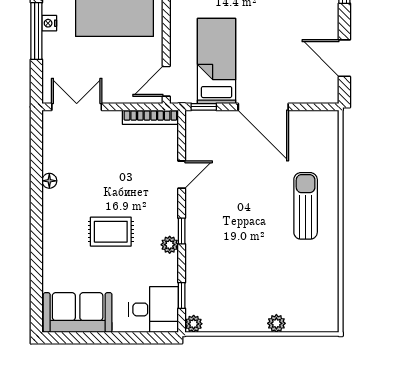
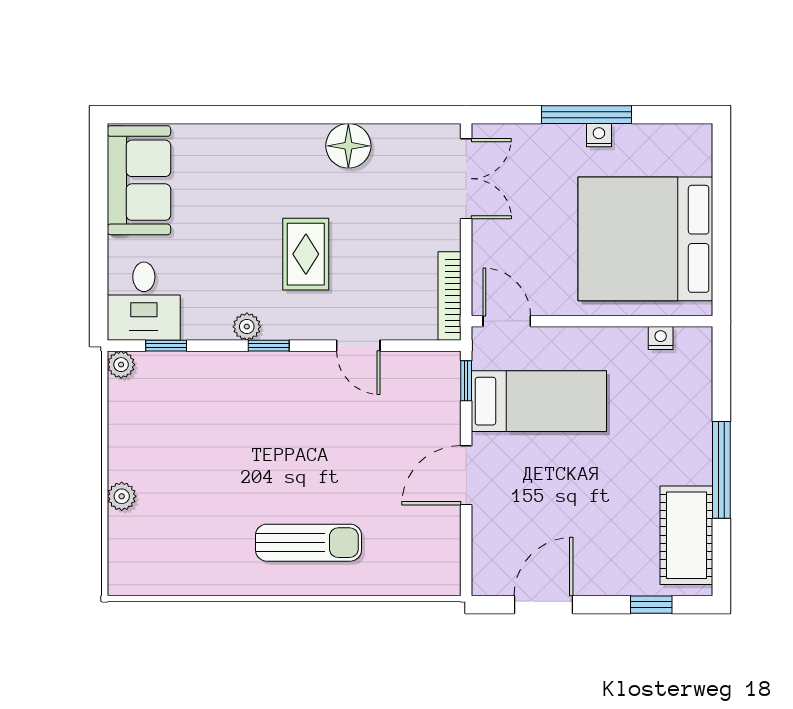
door: (263, 107) -> (466, 475), width x0.73
floor lamp: (49, 181) -> (348, 146), width x1.89, depth x1.89
rug: (111, 232) -> (306, 254), moved

